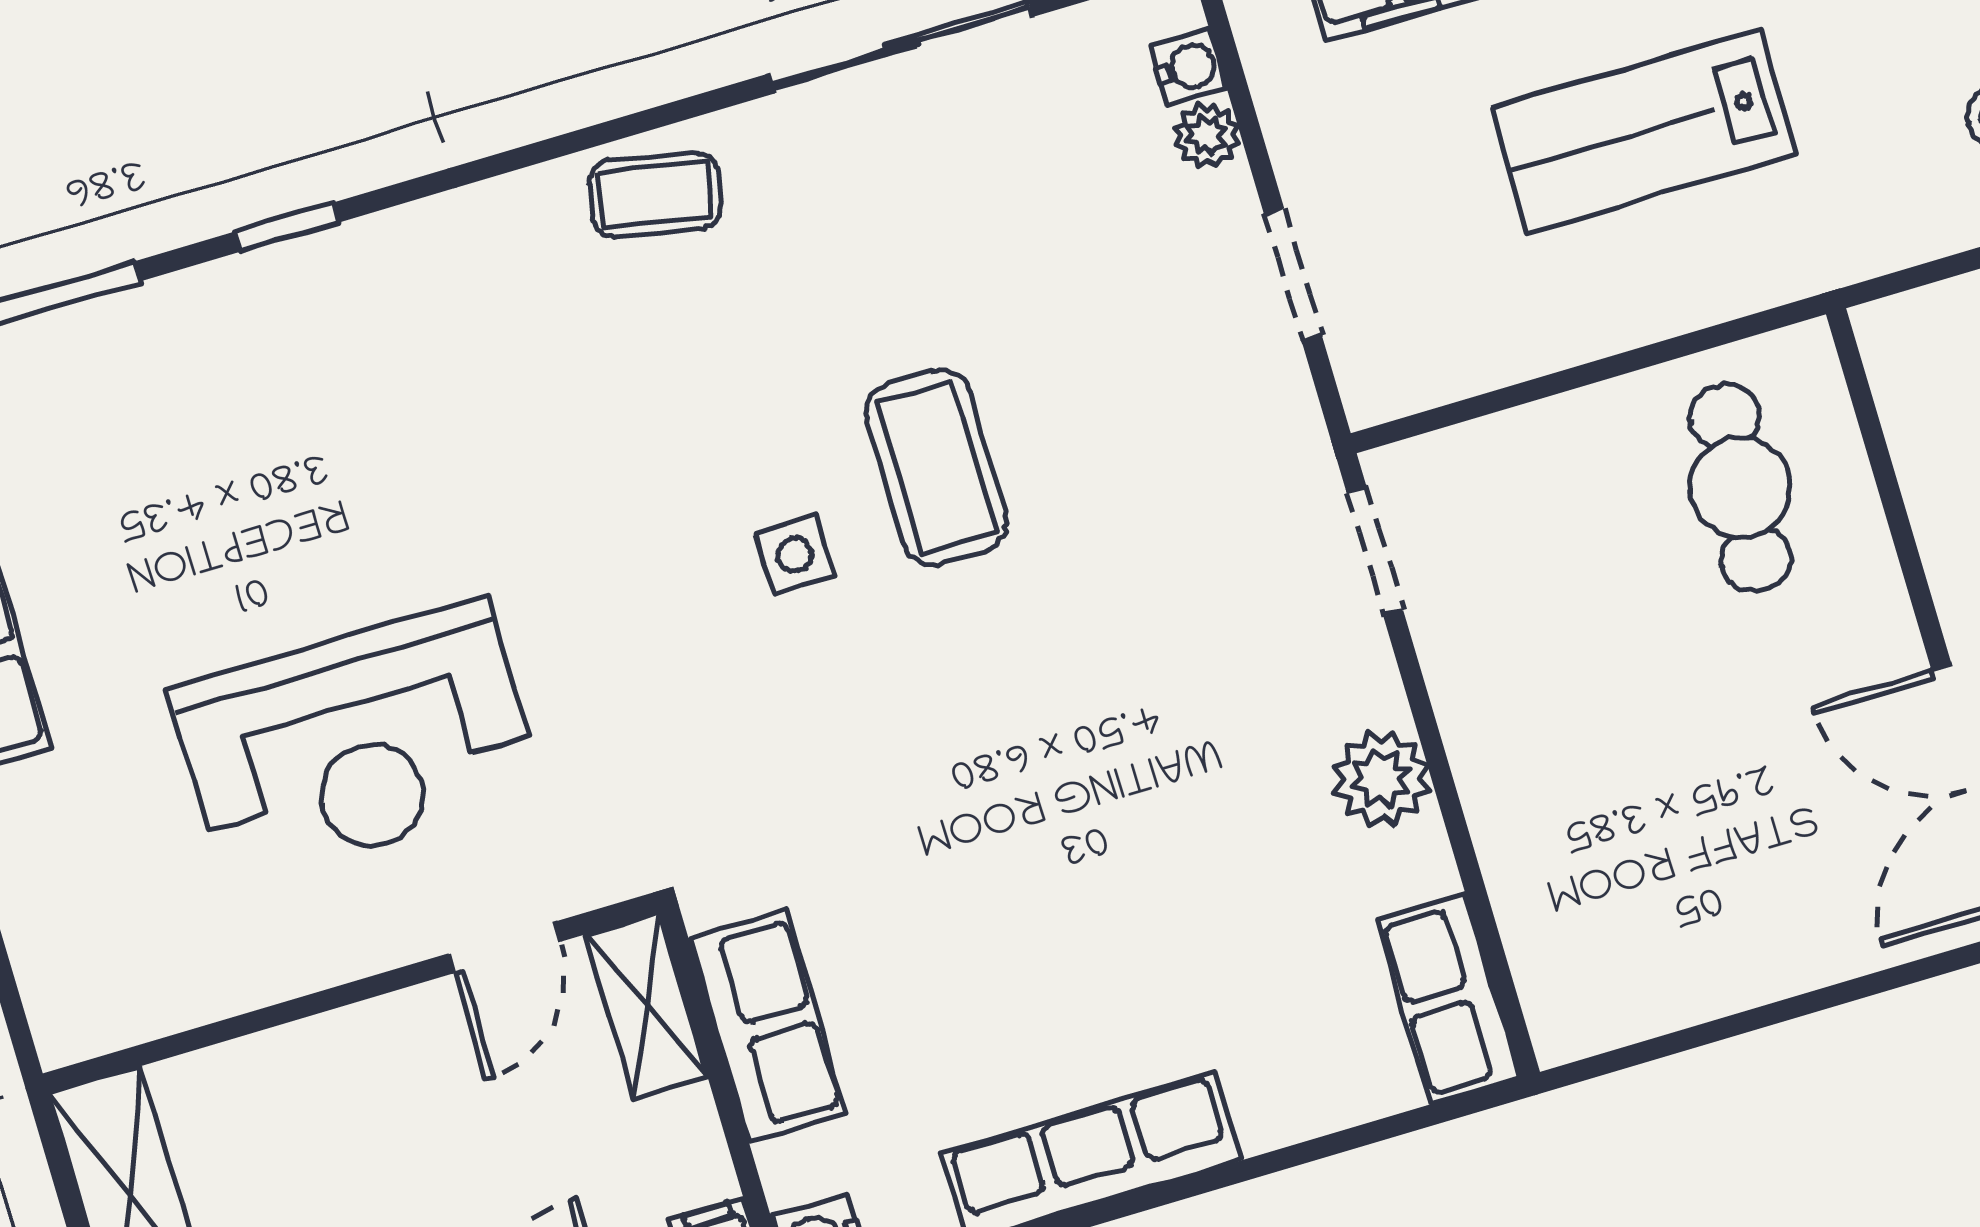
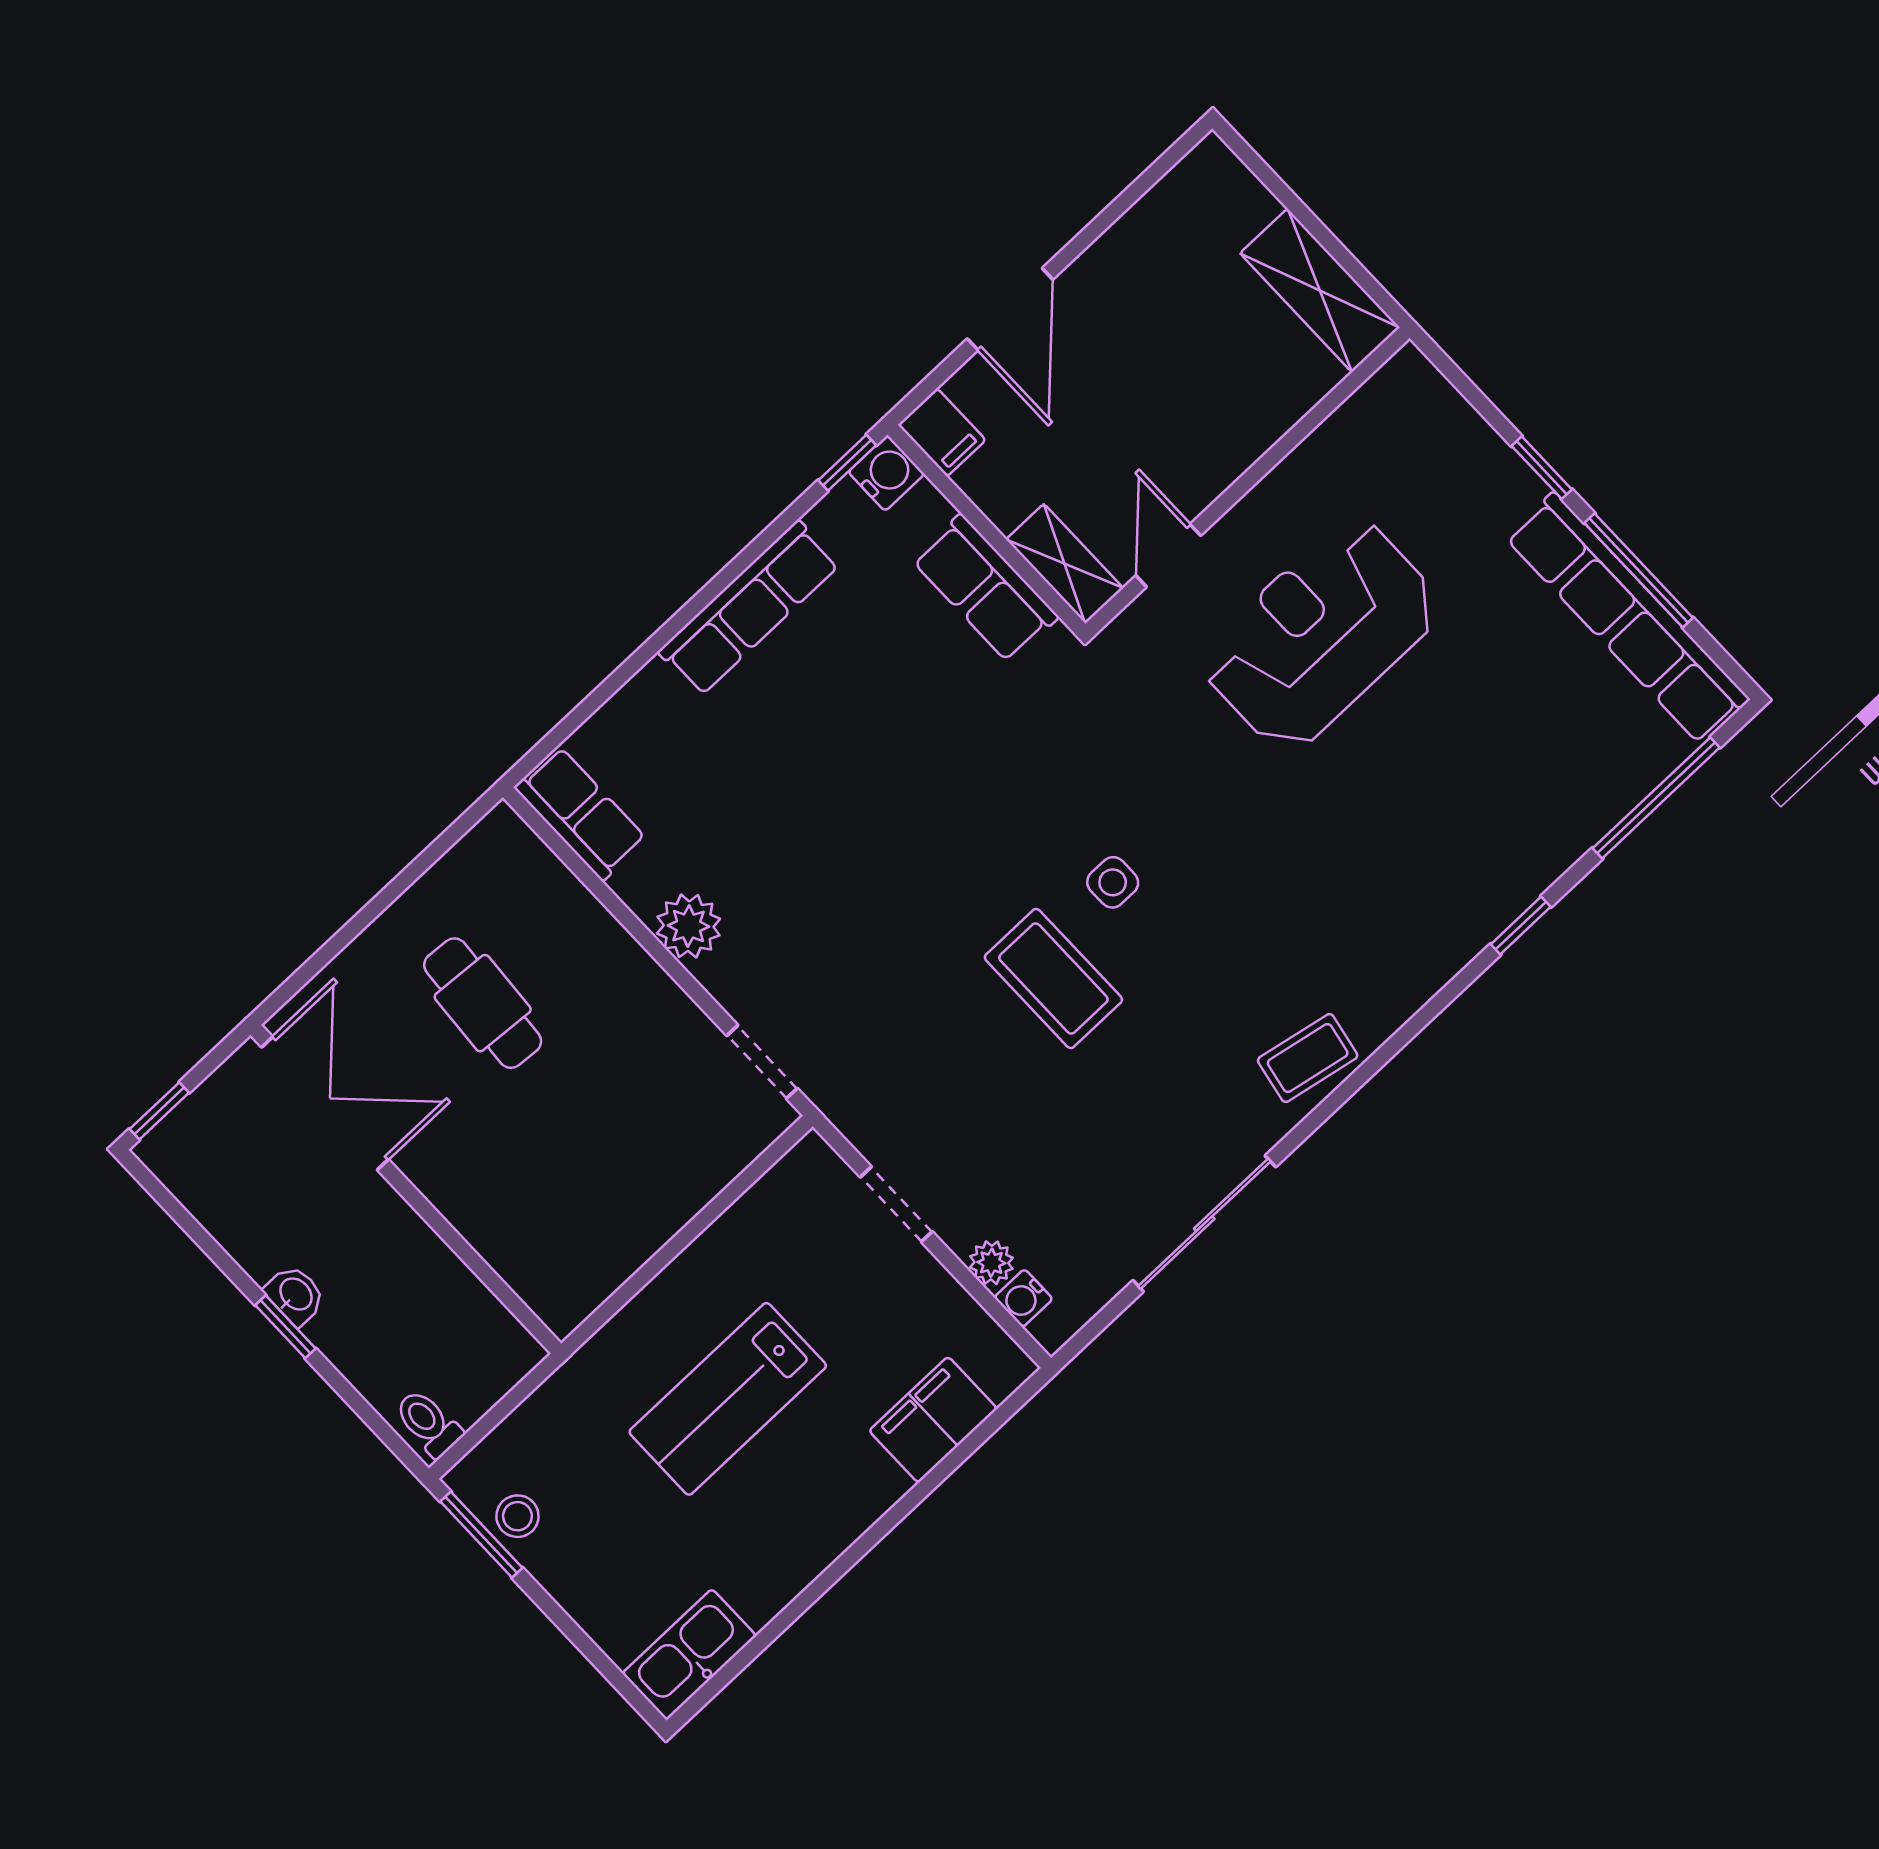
lab bench: (1644, 131) -> (728, 1399), turned 180
cafe table: (1740, 488) -> (483, 1003), moved

